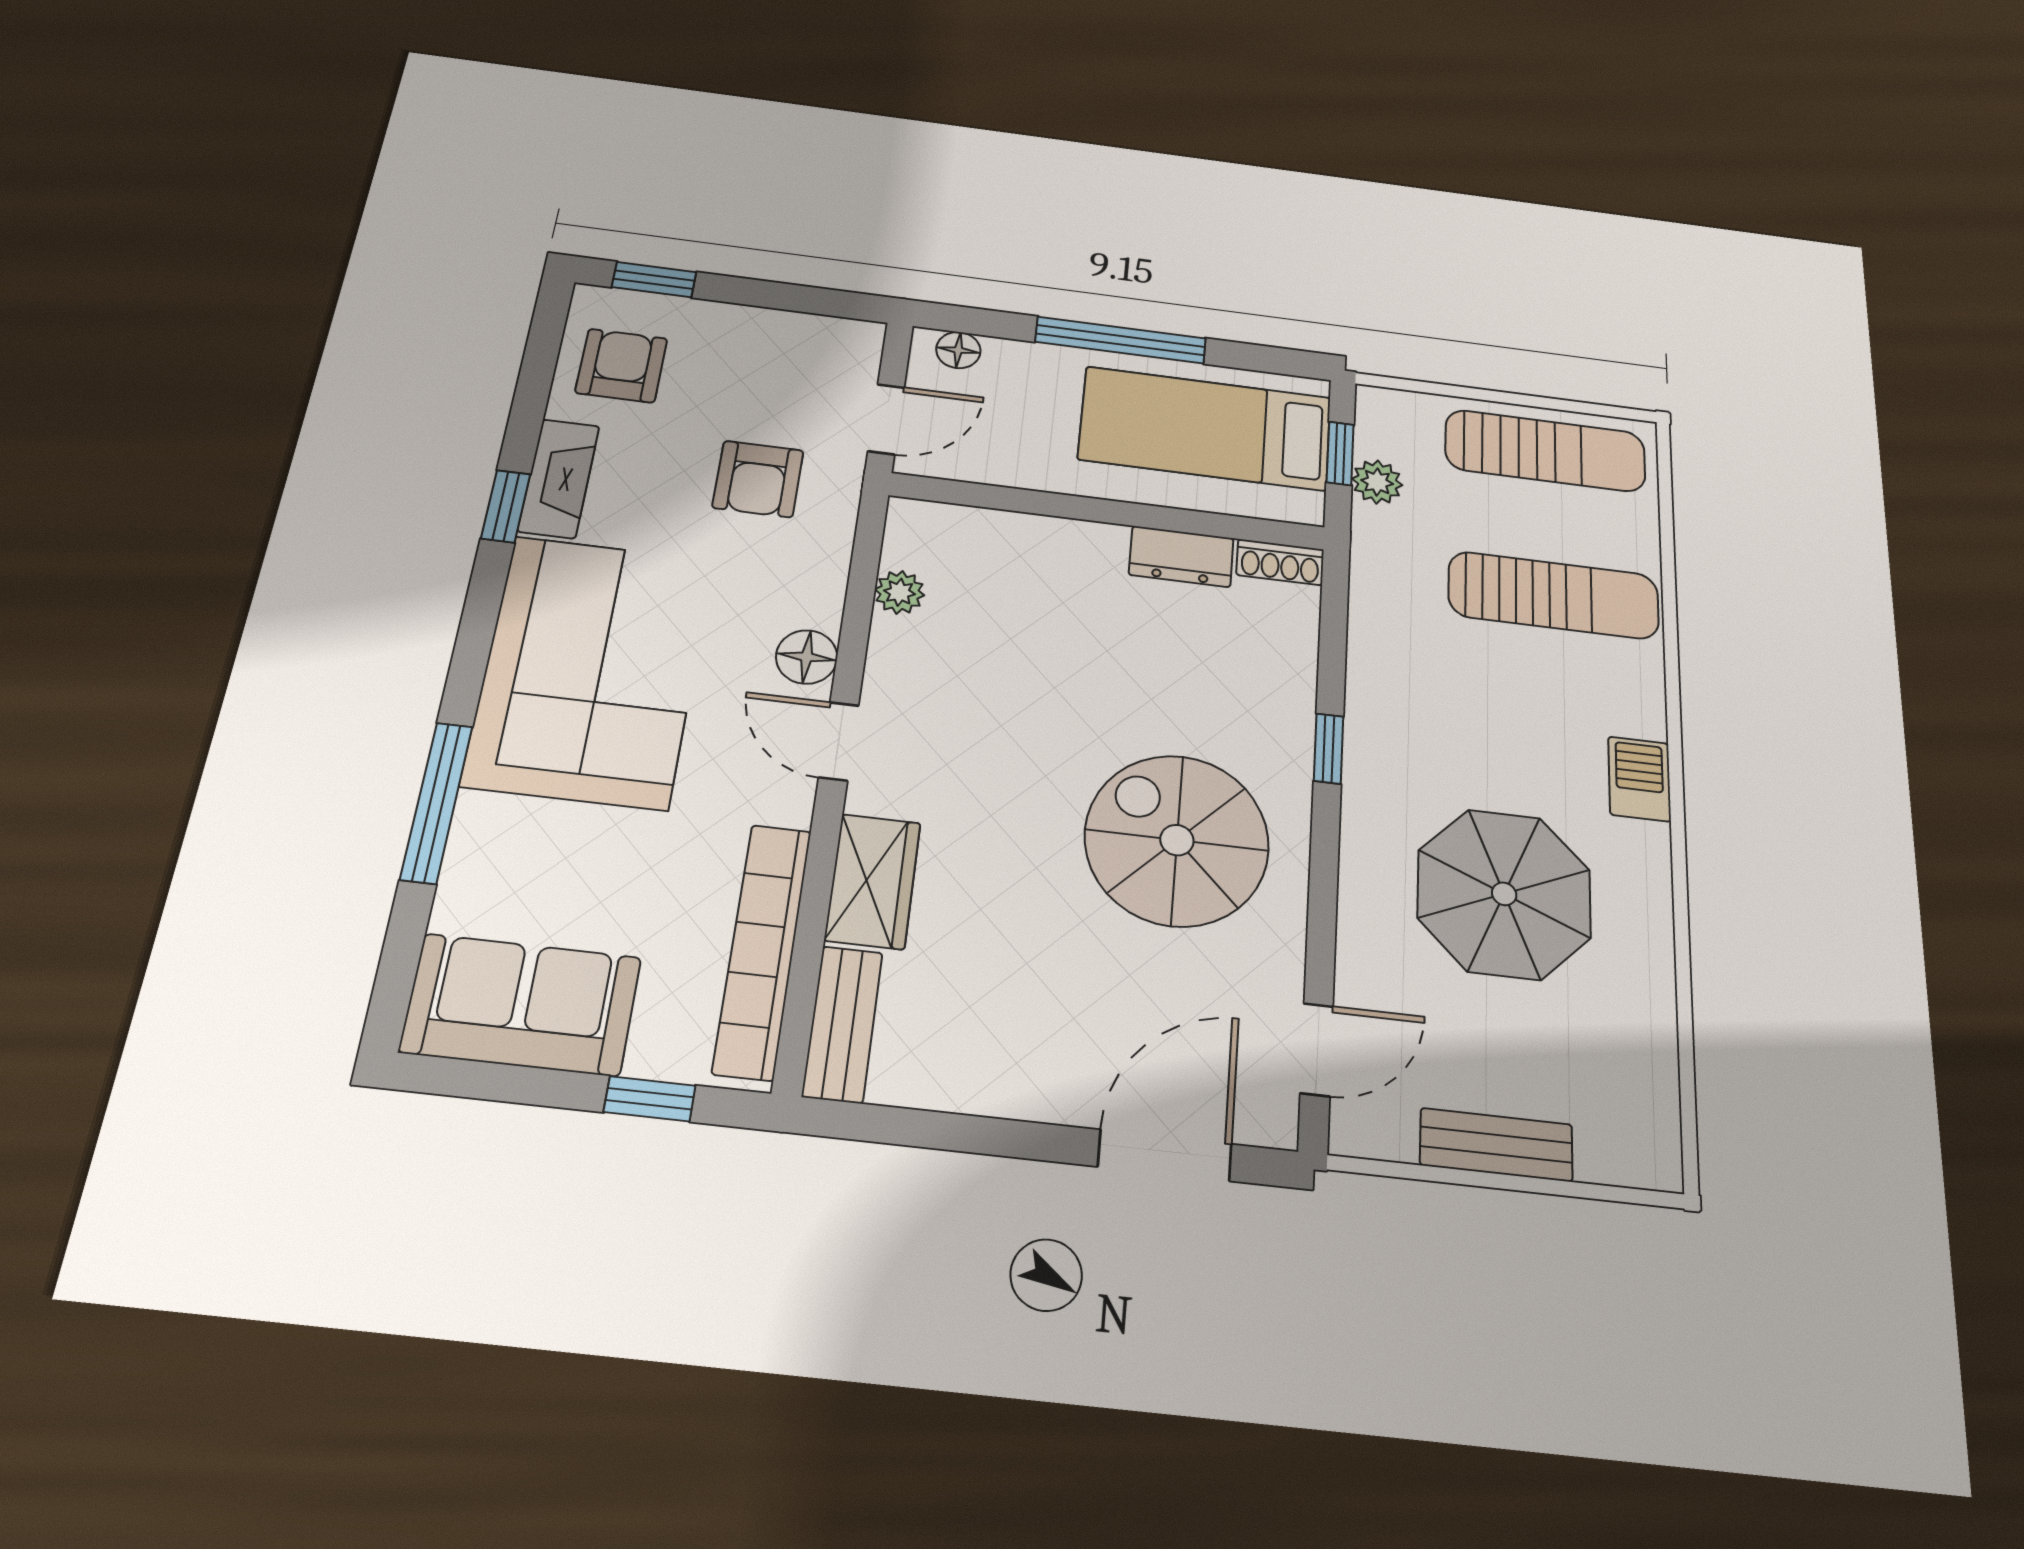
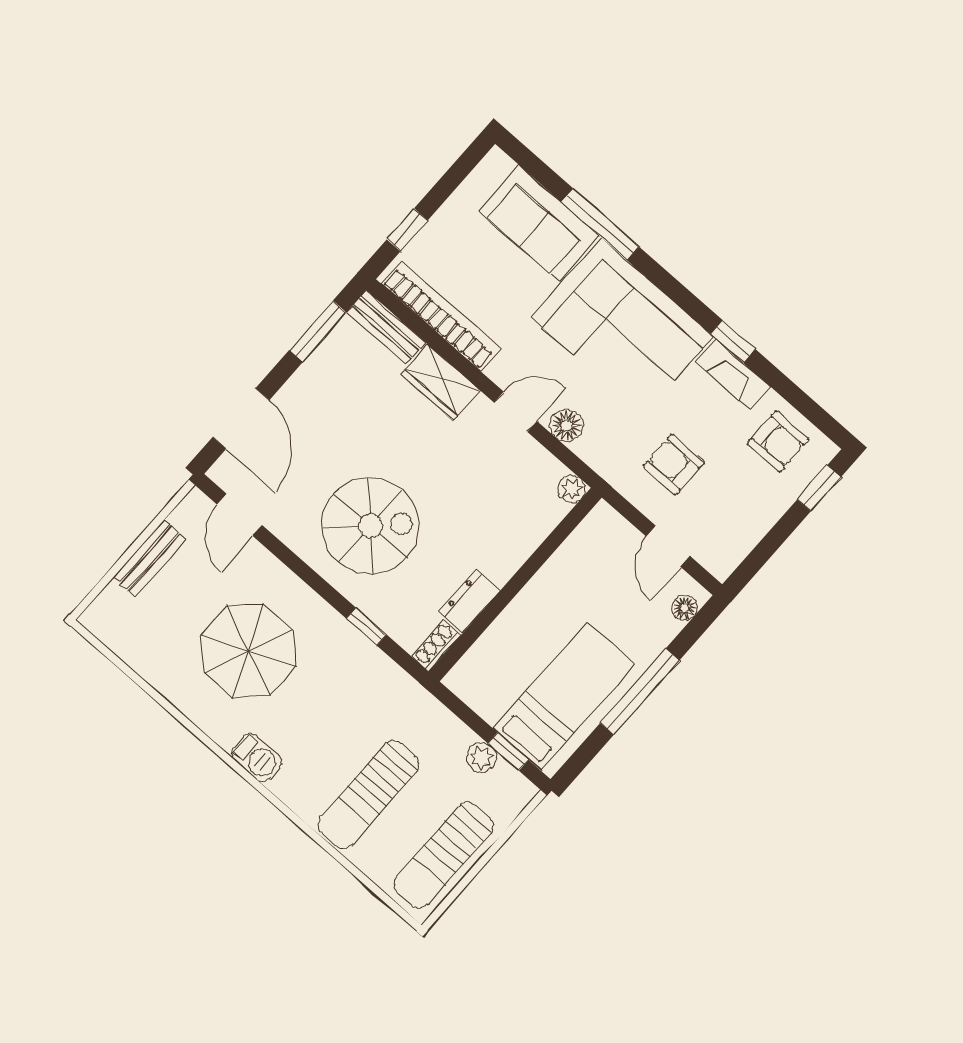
wall: (1108, 511) -> (515, 585), moved
dresser: (1181, 556) -> (469, 601), moved
shoe rack: (1280, 562) -> (436, 646), moved
sofa: (521, 1005) -> (539, 223), moved, turned 90
window: (928, 1129) -> (318, 331), added

